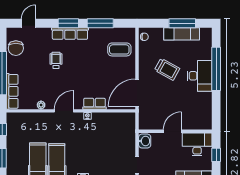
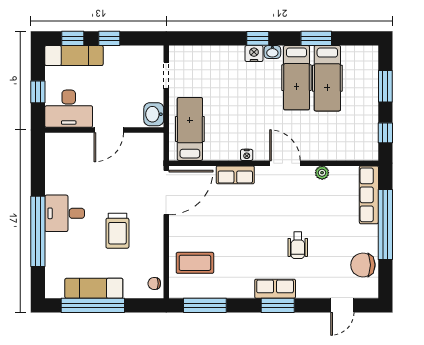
window: (100, 23) -> (205, 305), moved
window: (182, 23) -> (93, 305), width x1.46
row of seats: (70, 34) -> (275, 289), width x0.68
chair: (16, 48) -> (363, 265), turned -90
trolley: (167, 69) -> (117, 231), turned -119
desk: (200, 76) -> (65, 213), width x0.73
door: (64, 111) -> (285, 163), swing flipped
hospital bed: (122, 132) -> (190, 129), added

